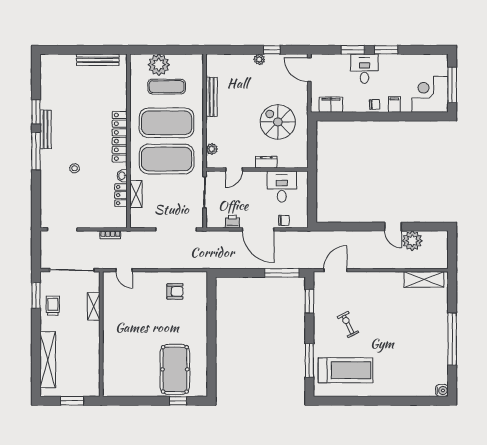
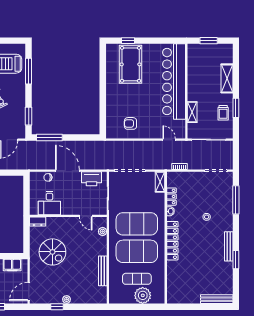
bench: (98, 60) -> (217, 299), moved
door: (309, 70) -> (29, 292), swing flipped
window: (36, 151) -> (236, 200), moved
dresser: (266, 162) -> (38, 221), moved
door: (234, 169) -> (86, 216), swing flipped
shelving: (136, 194) -> (160, 182), moved
printer: (232, 222) -> (91, 179), width x1.87, depth x1.48
window: (36, 295) -> (236, 108), moved
bar counter: (118, 347) -> (174, 82), added
shelving: (48, 360) -> (227, 78), width x0.68

